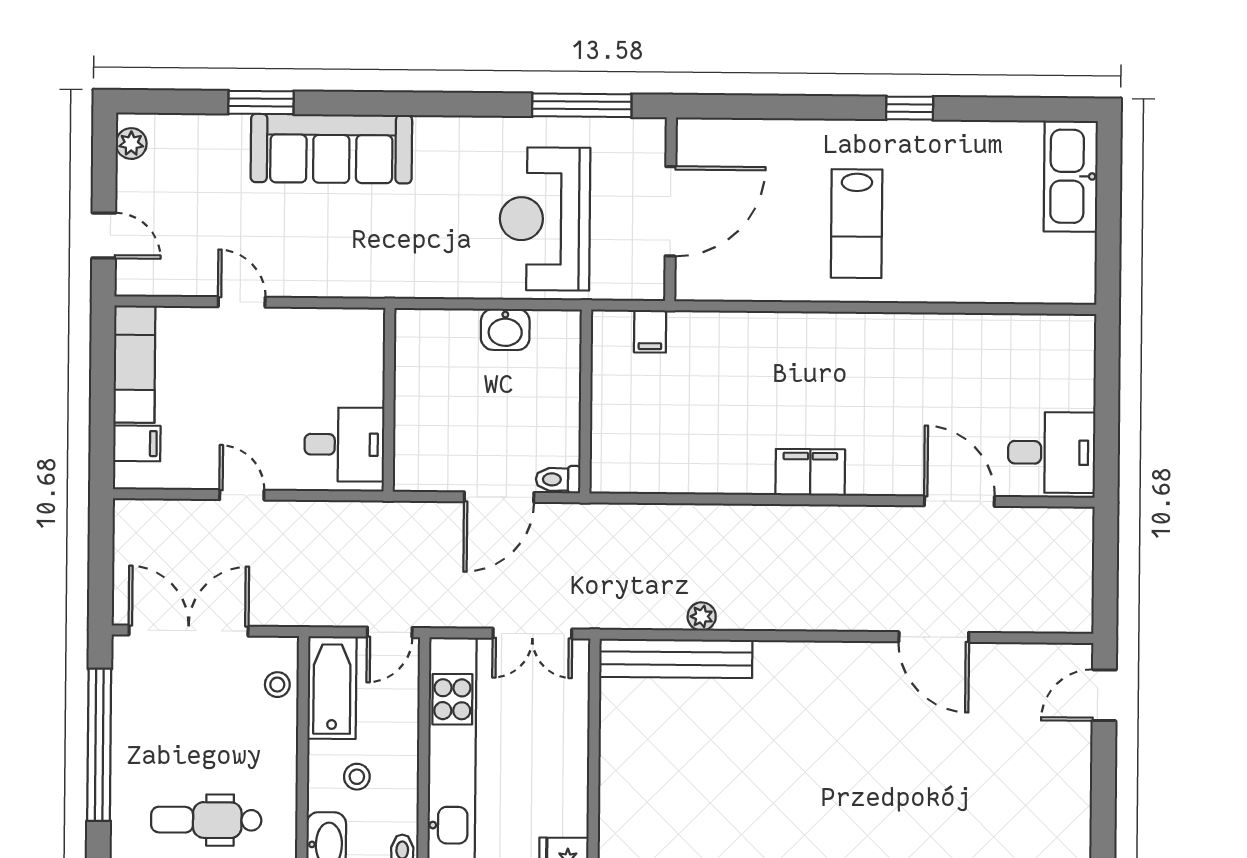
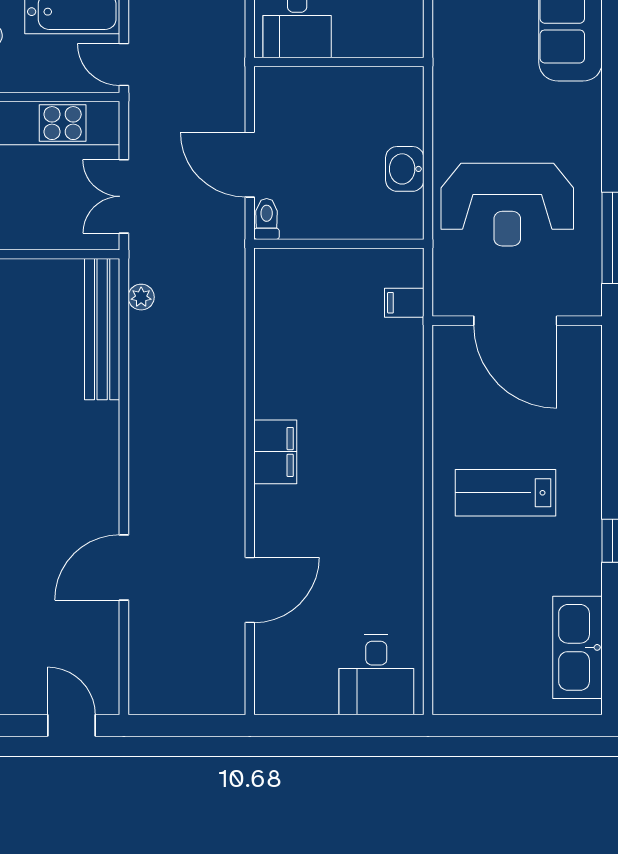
kitchen sink: (1071, 176) -> (577, 647), moved, turned -90
reception desk: (545, 219) -> (507, 205), turned 180
desk: (1052, 453) -> (376, 675), moved
plant: (702, 616) -> (141, 297), moved

